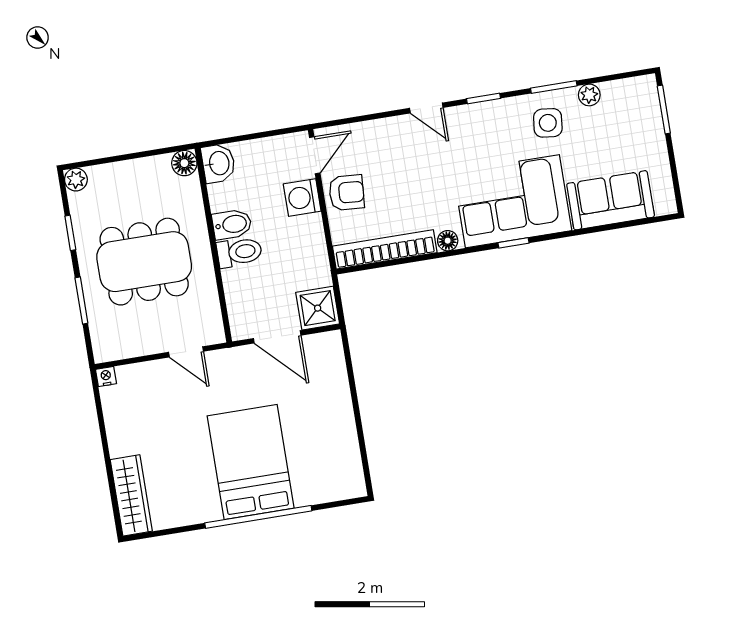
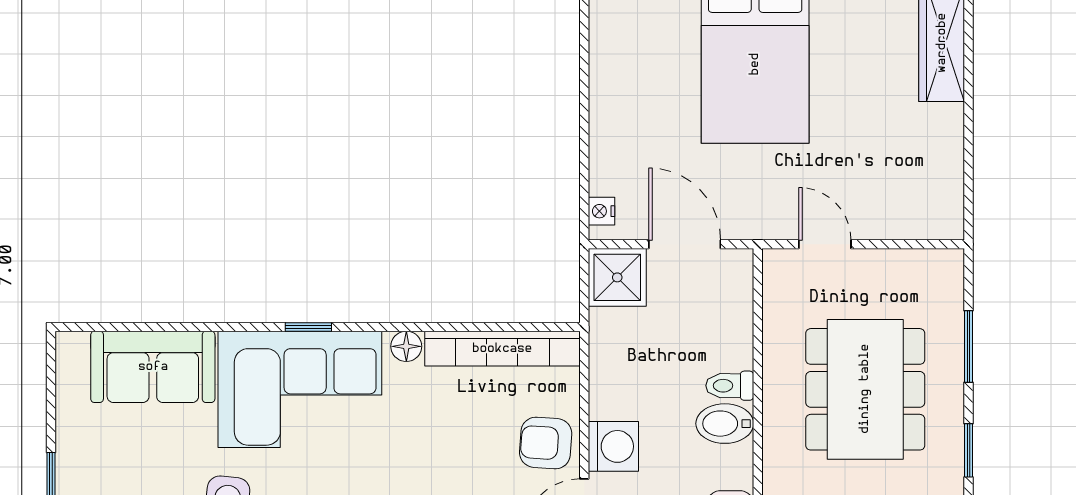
toilet: (239, 252) -> (730, 386), width x0.73, depth x0.72
dining table: (144, 262) -> (865, 389), turned 90
nightstand: (106, 377) -> (602, 211), moved, turned 90

